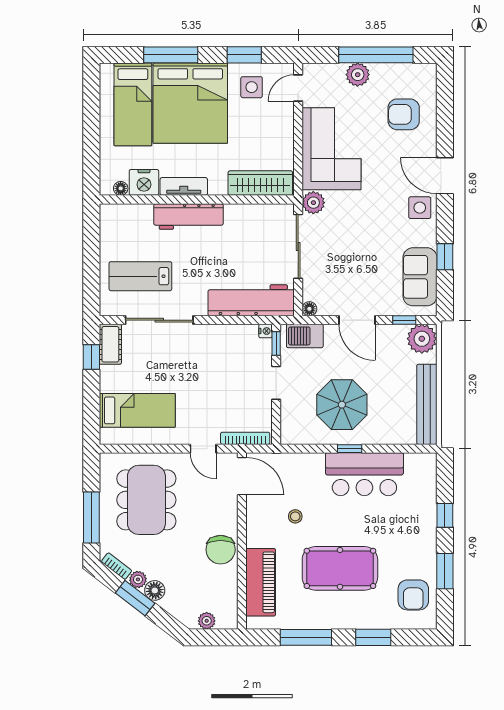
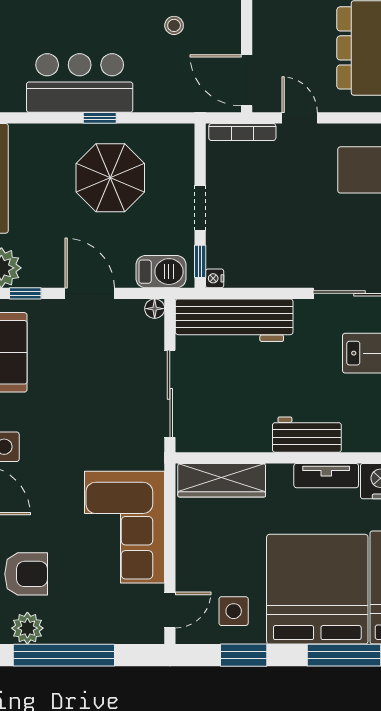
plant: (358, 75) -> (27, 628), moved
plant: (313, 203) -> (149, 454), removed
workbench: (188, 217) -> (307, 435), width x0.73

